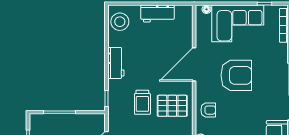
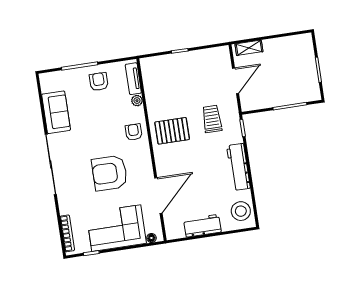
workbench: (116, 63) -> (238, 167), width x1.38
door: (194, 64) -> (158, 196), moved
trolley: (142, 102) -> (212, 119), moved
armchair: (208, 110) -> (134, 132), turned 90

